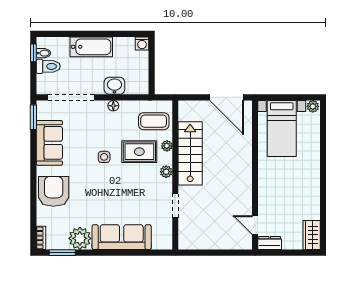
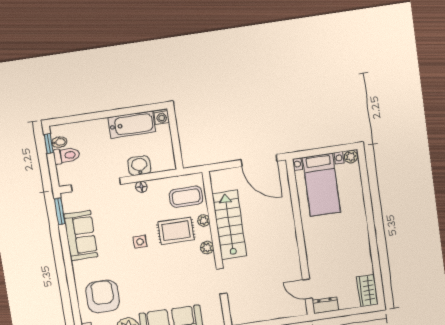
bathtub: (91, 47) -> (132, 125), moved
armchair: (54, 191) -> (103, 296), moved

